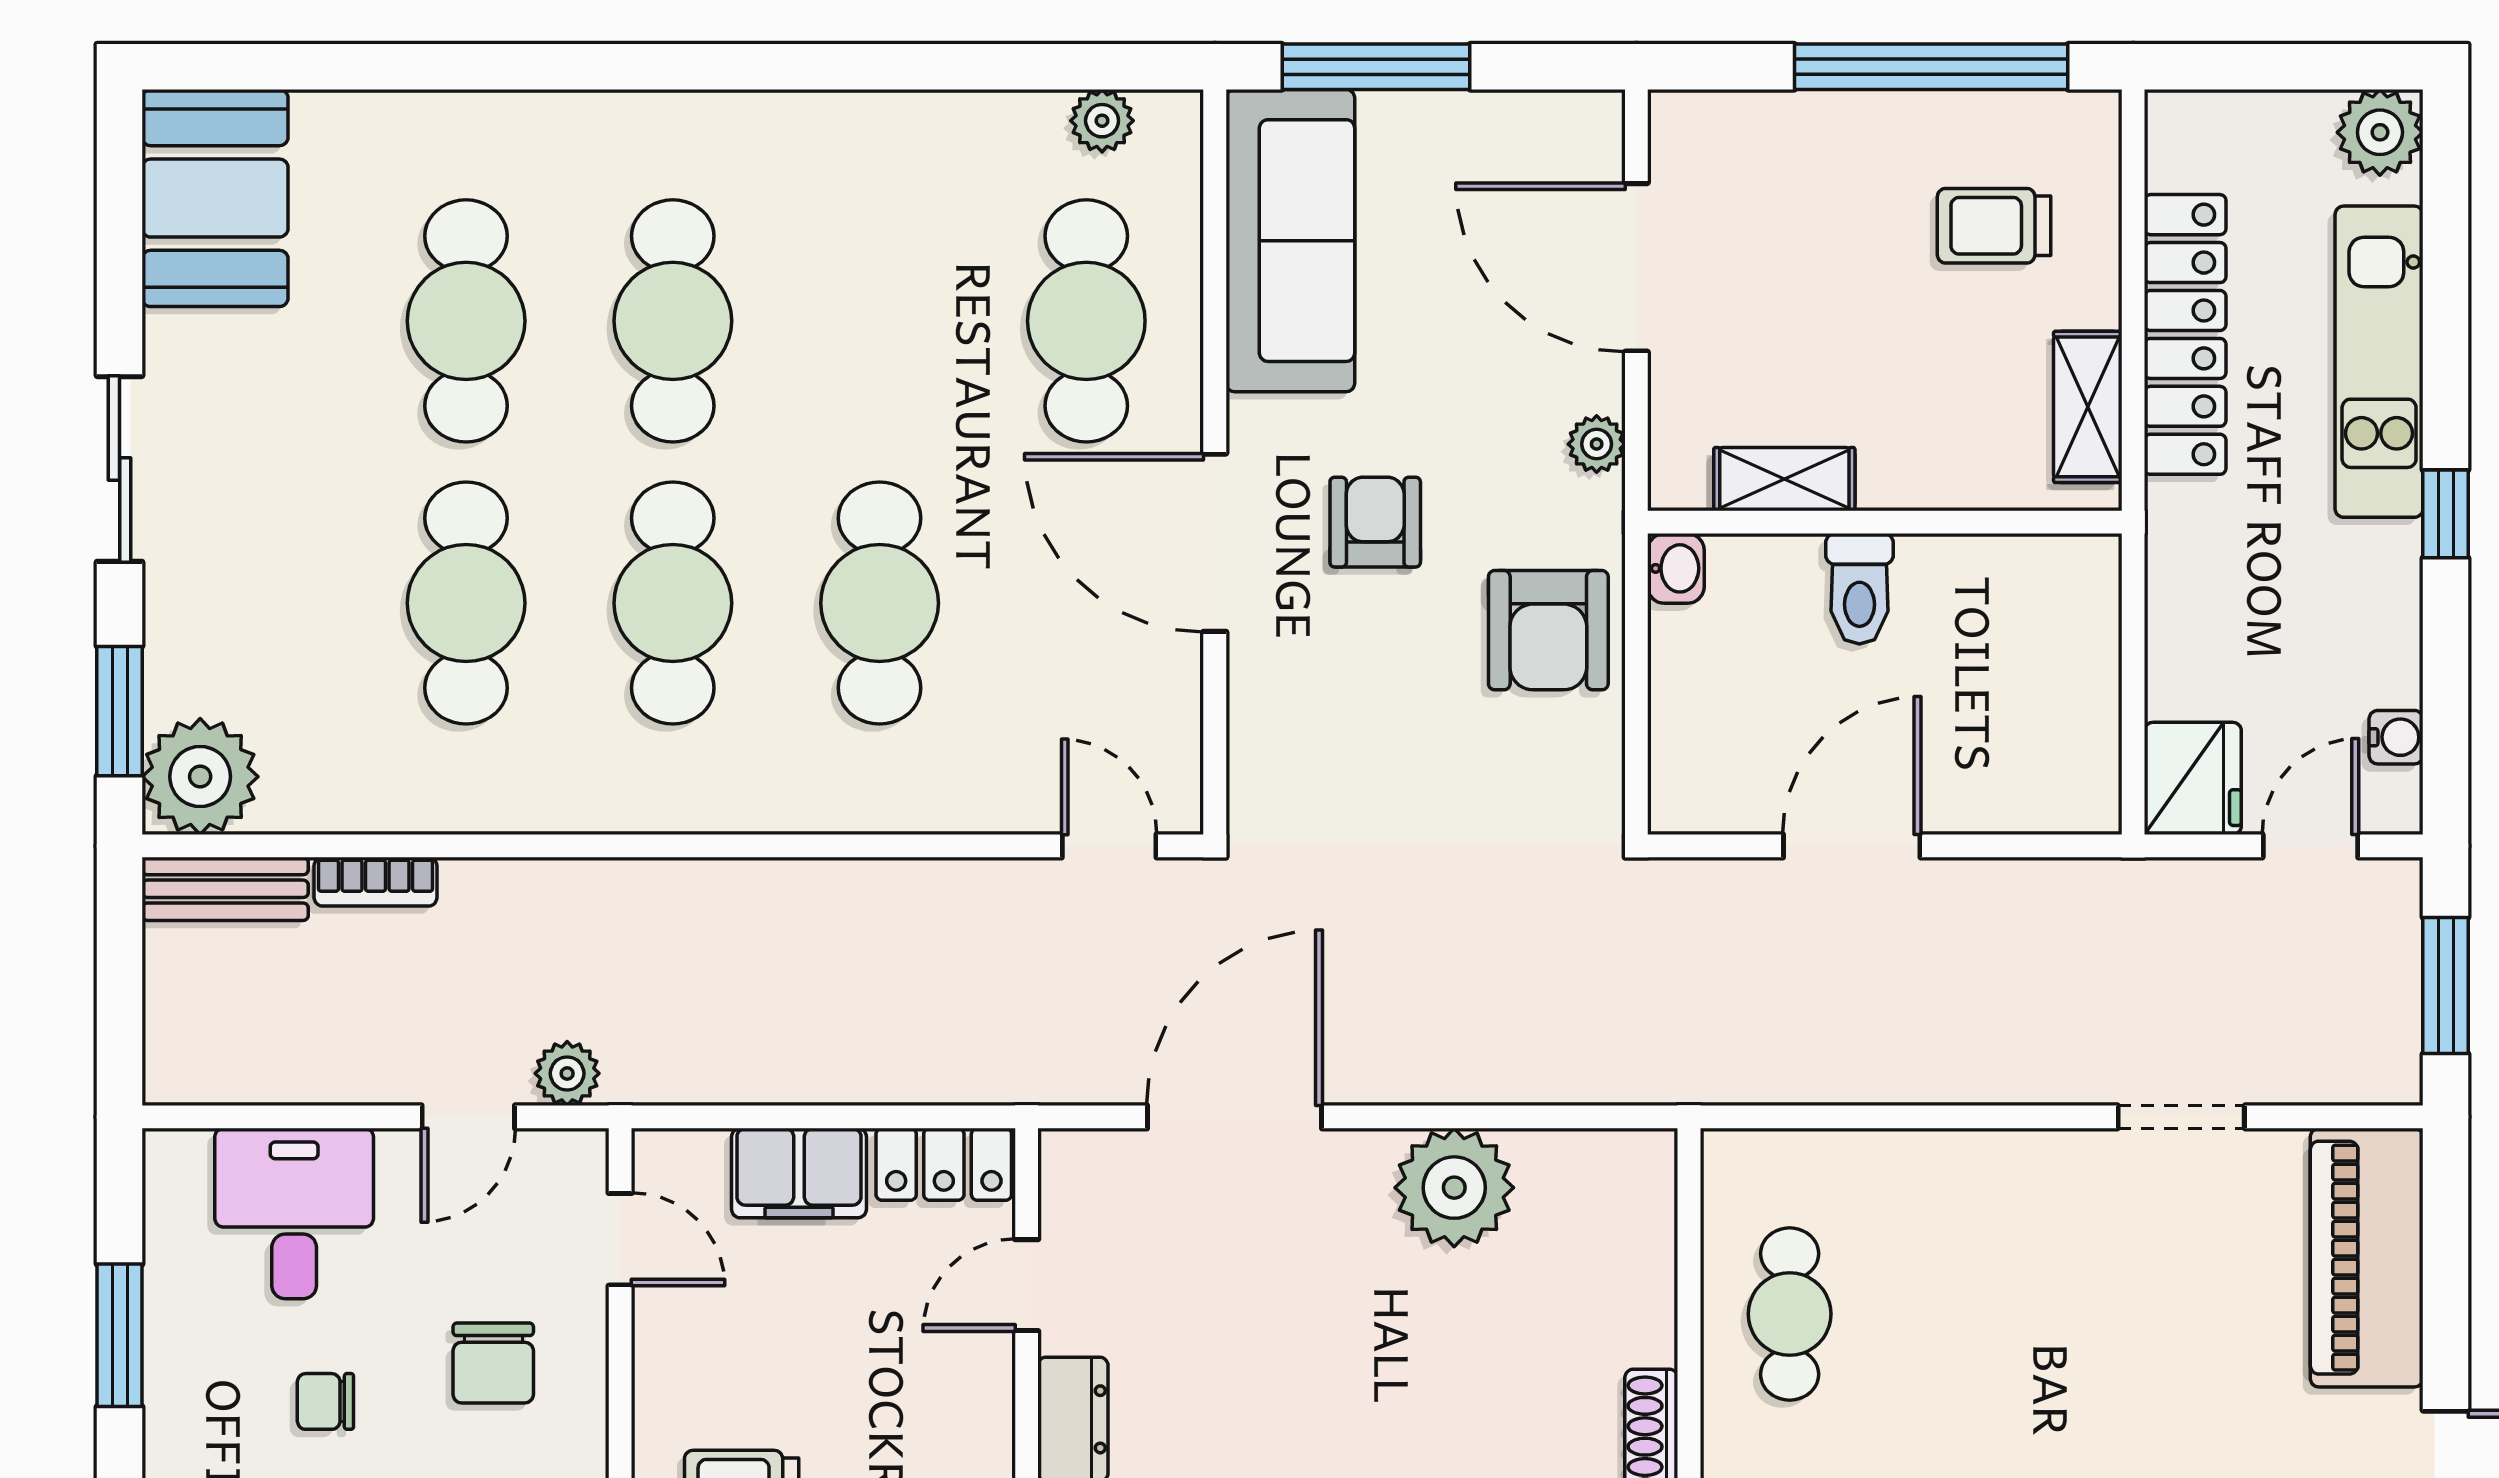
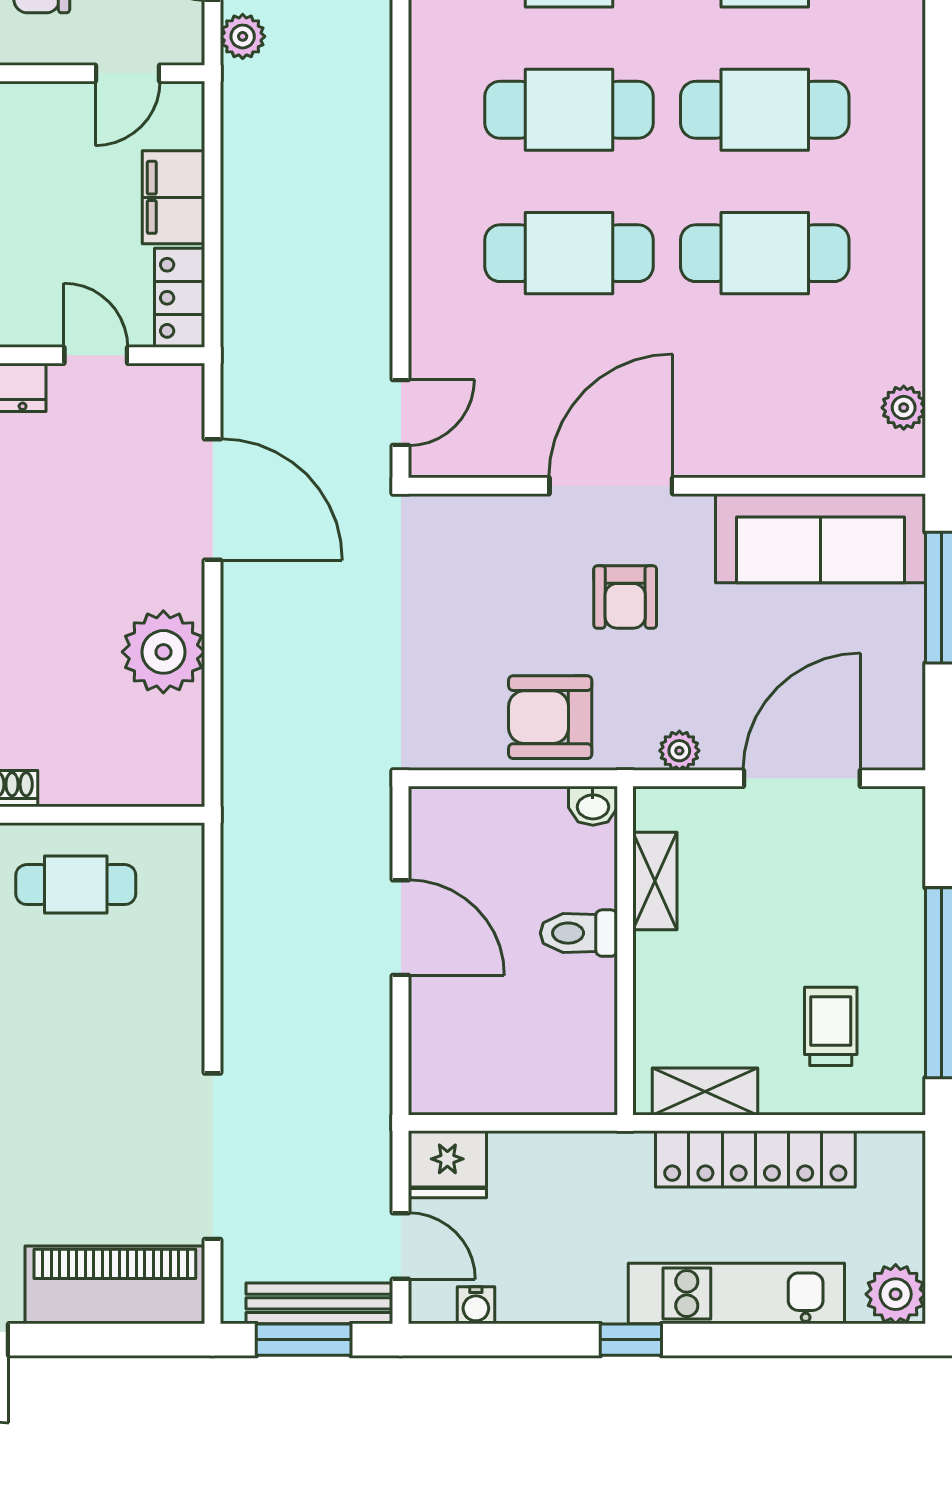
cafe table: (1086, 321) -> (765, 253), moved
armchair: (1375, 522) -> (625, 597), turned 90
bench: (2393, 963) -> (319, 1303), added
doorway: (2181, 1117) -> (213, 1156), width x1.87

